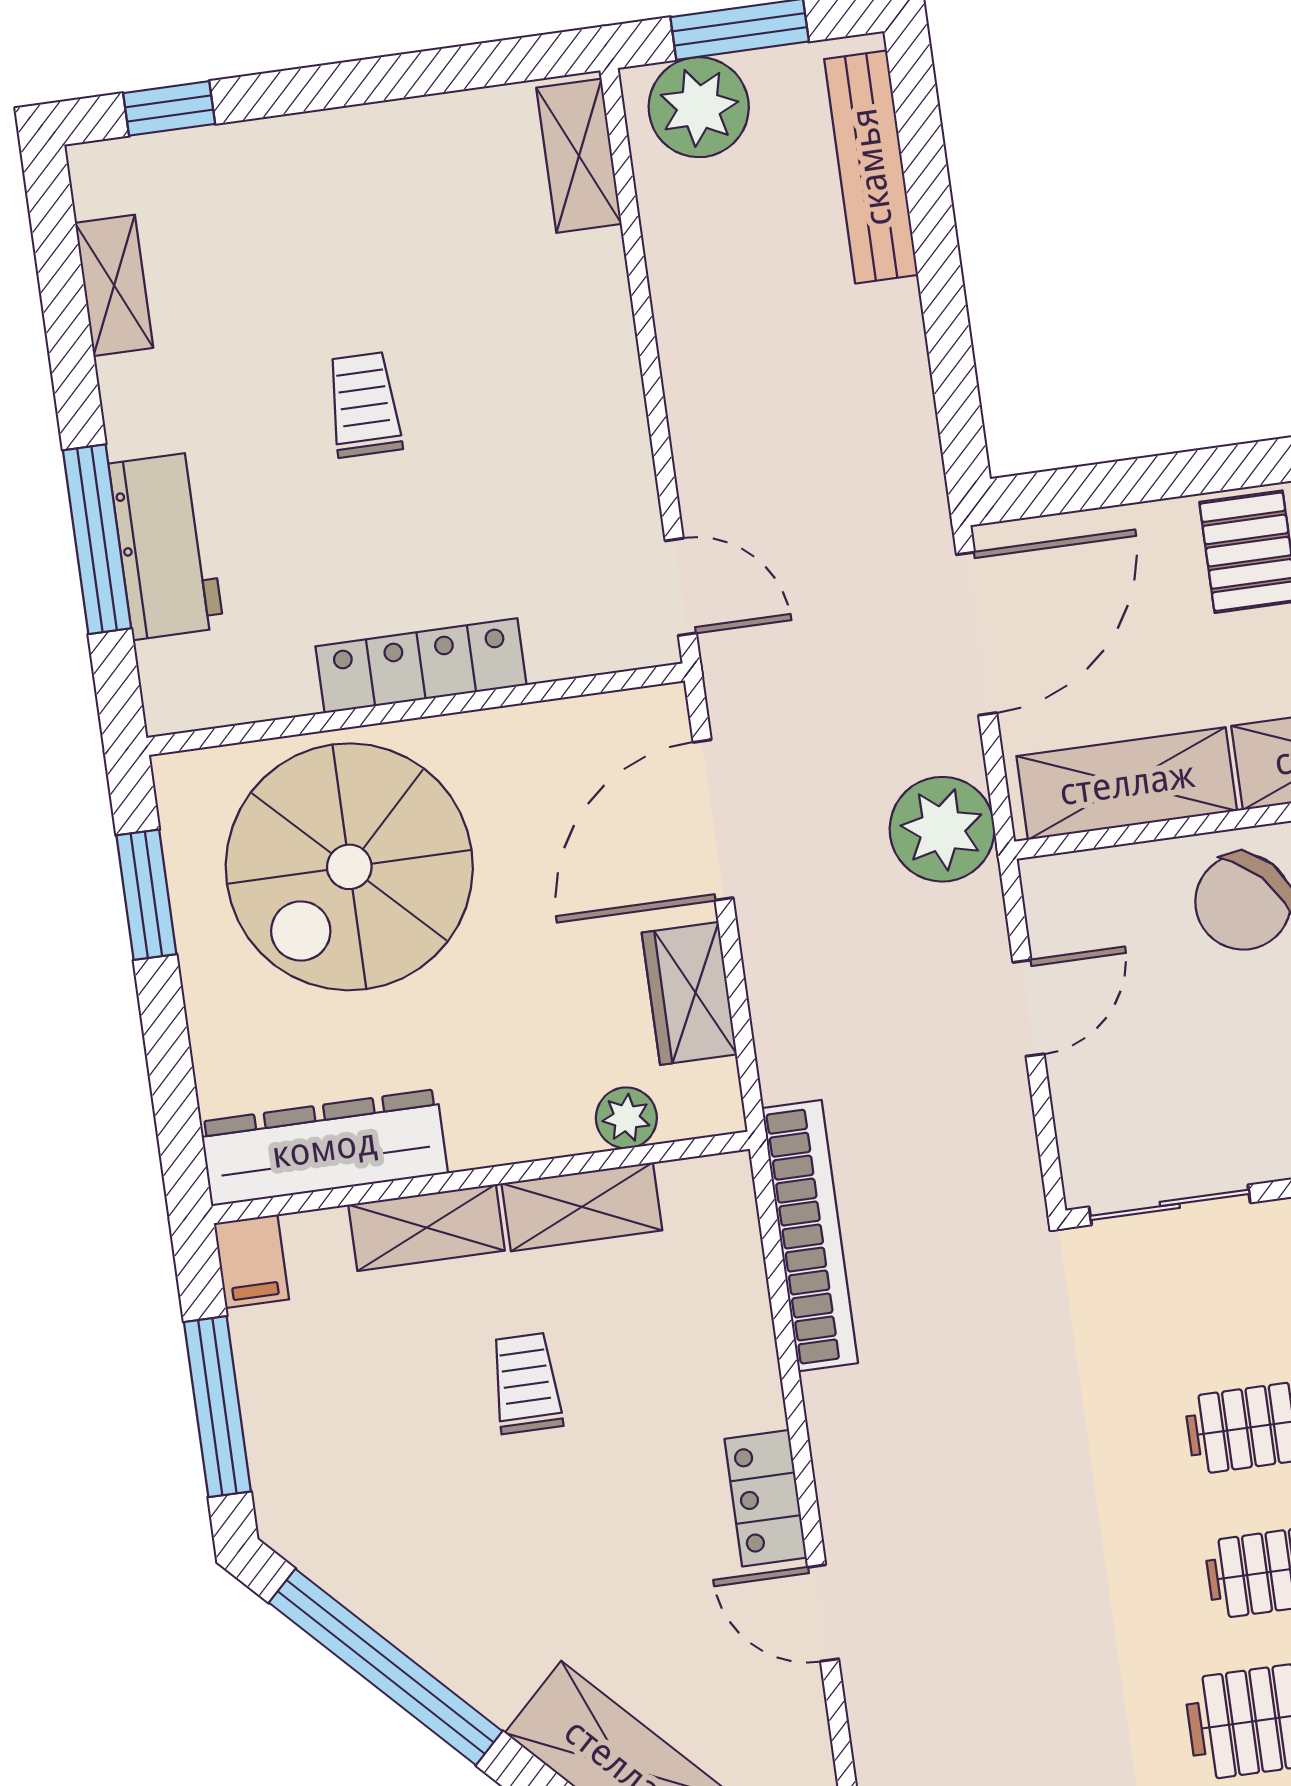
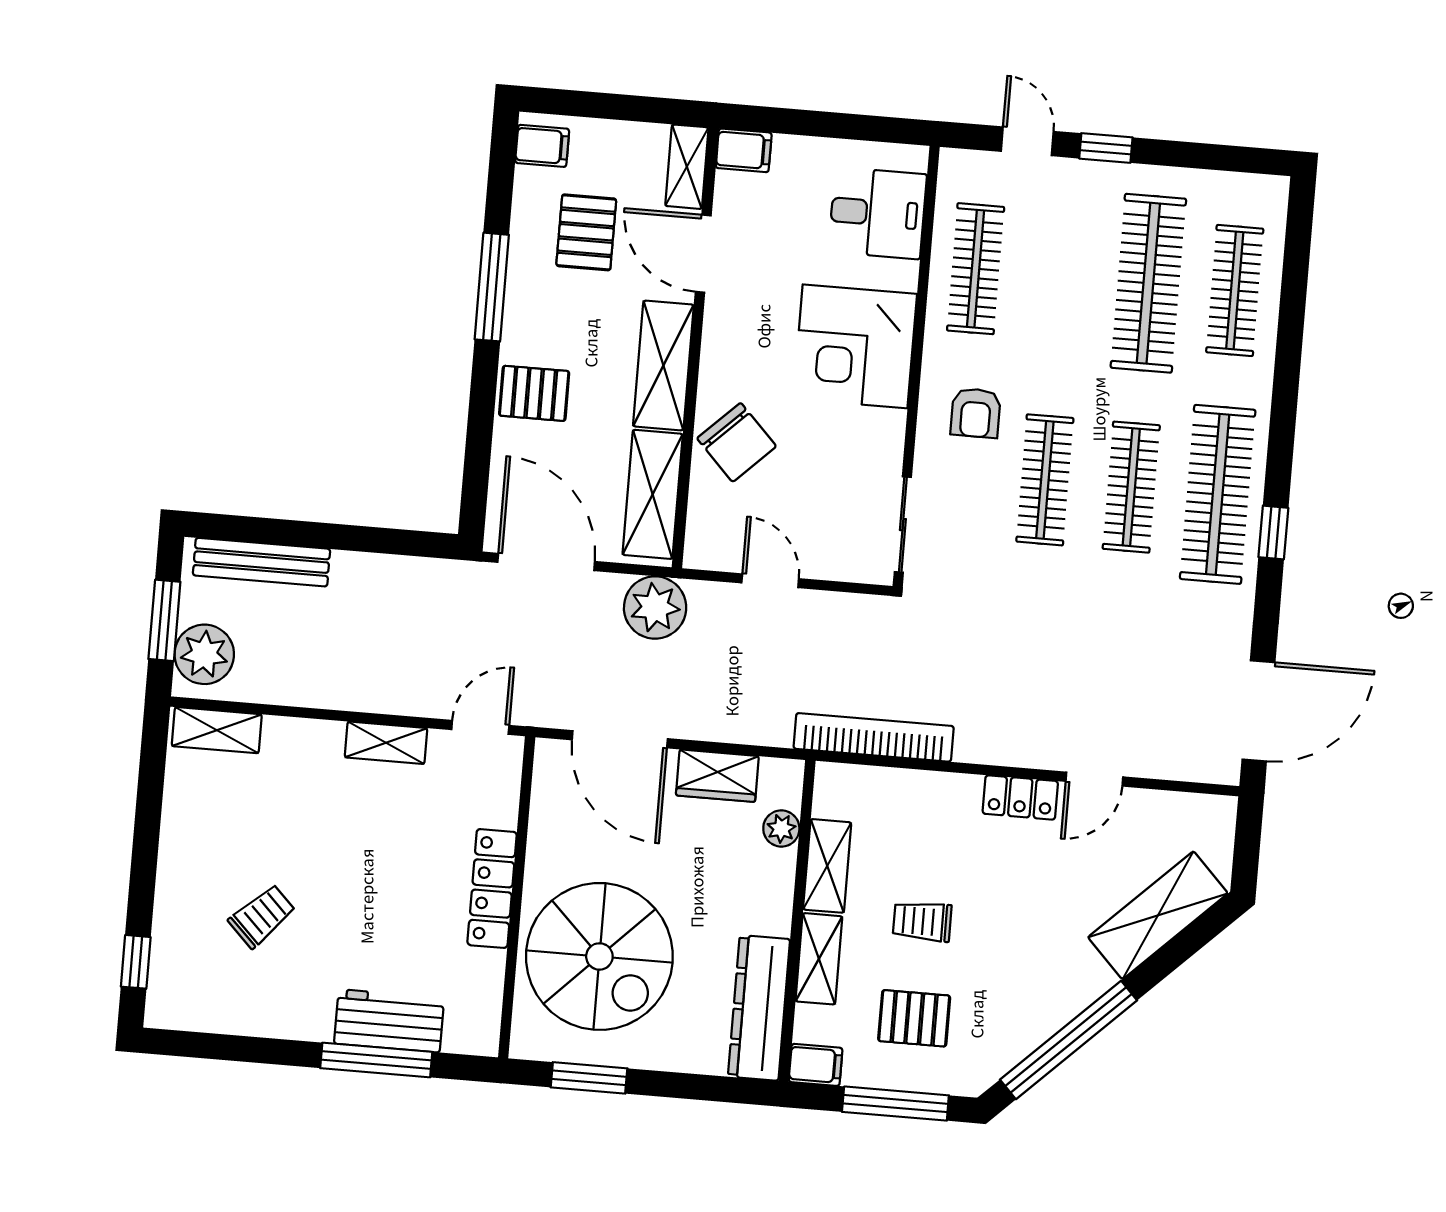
shelving: (114, 285) -> (386, 743), moved
trolley: (364, 405) -> (262, 916), moved, turned 135
pallet: (364, 1406) -> (914, 1018), added

